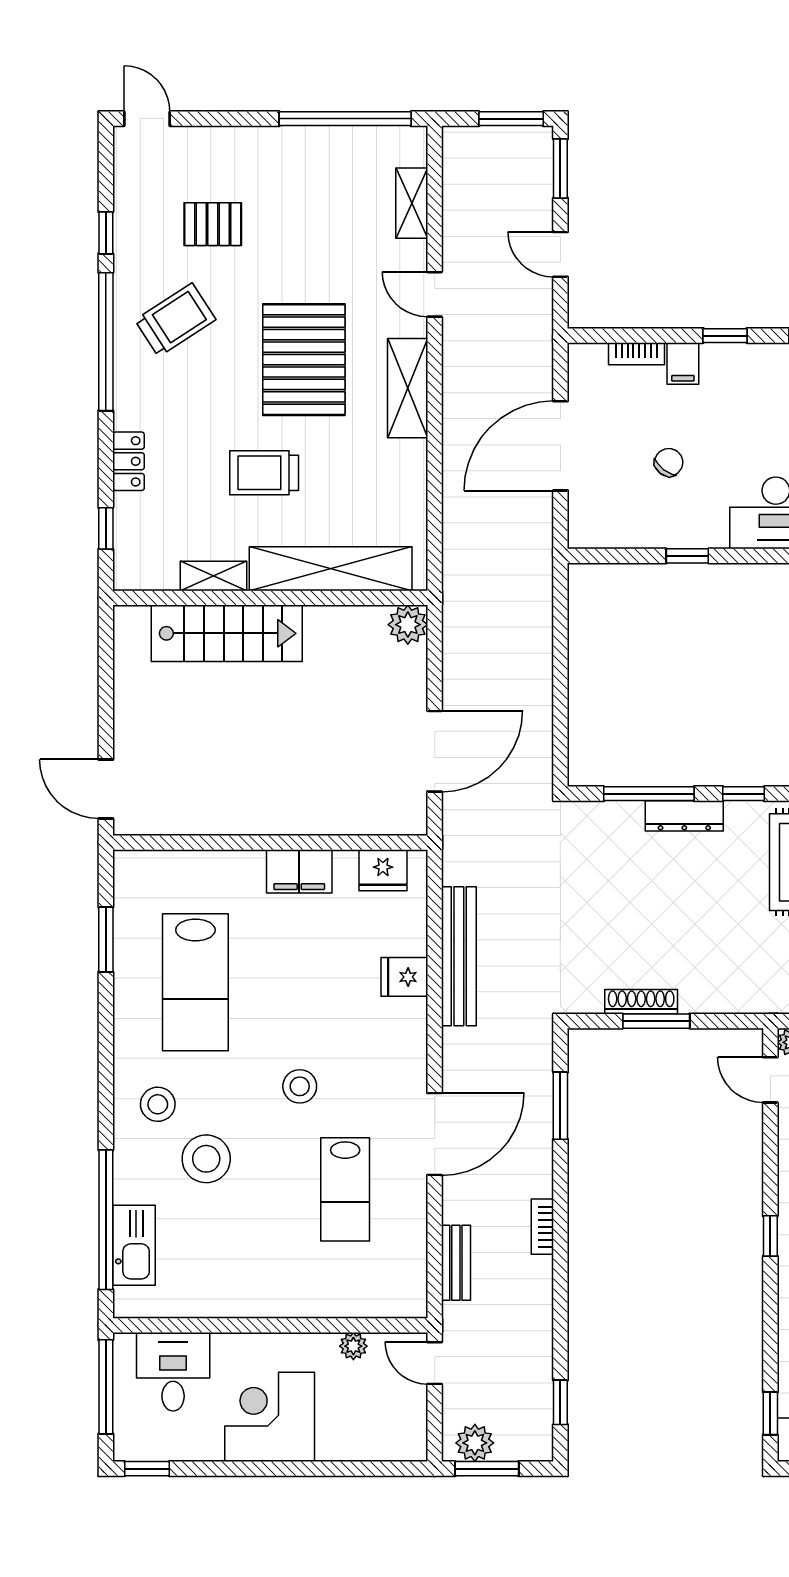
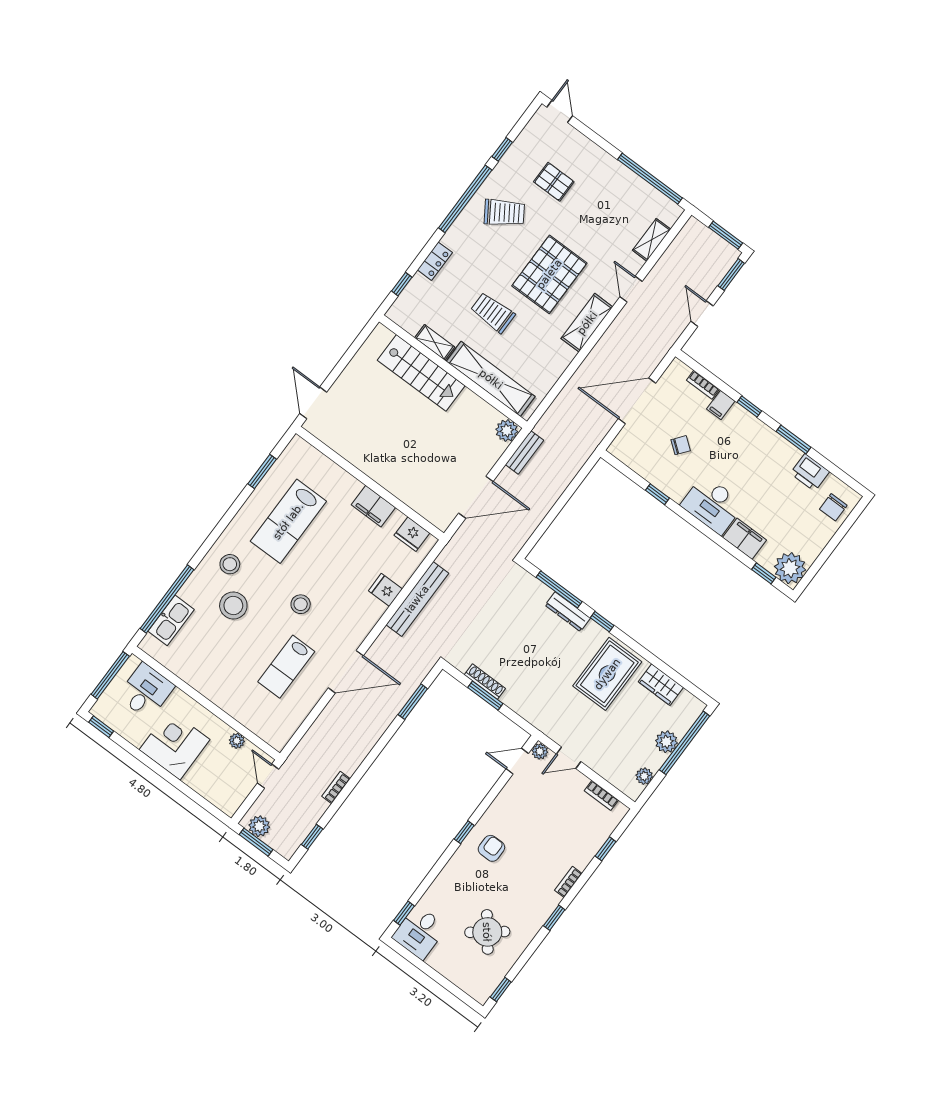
door: (770, 1080) -> (517, 761), hinge flipped
bookcase: (542, 1227) -> (336, 788), moved
bench: (456, 1263) -> (524, 452), moved

